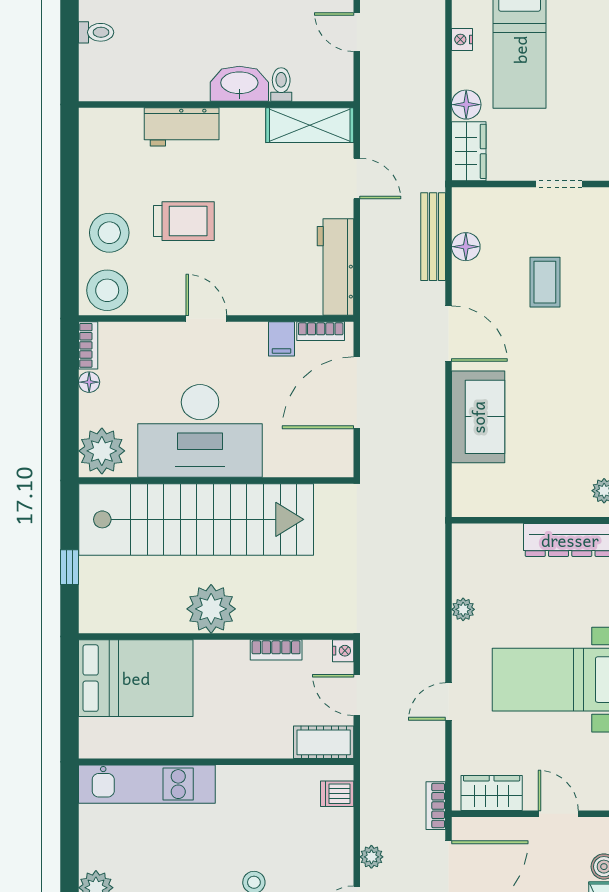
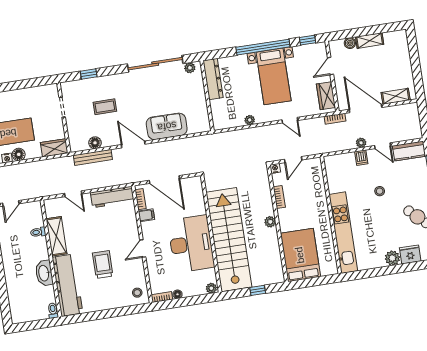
toilet: (96, 32) -> (53, 311), moved
washbasin: (239, 84) -> (44, 273), moved
floor lamp: (466, 105) -> (19, 154), moved
shelving: (310, 125) -> (56, 236), moved
workbench: (182, 127) -> (67, 285), width x1.88, depth x1.32
door: (357, 179) -> (73, 194), swing flipped
stool: (109, 233) -> (113, 296), removed
stool: (107, 290) -> (137, 293), width x0.53, depth x0.53
door: (449, 334) -> (133, 144), hinge flipped
plant: (102, 451) -> (211, 288), width x0.53, depth x0.53
plant: (211, 609) -> (270, 222), width x0.53, depth x0.53
cot: (324, 742) -> (315, 171), removed
kitchen unit: (147, 784) -> (343, 233), width x1.36
dishwasher: (337, 794) -> (361, 158), moved

